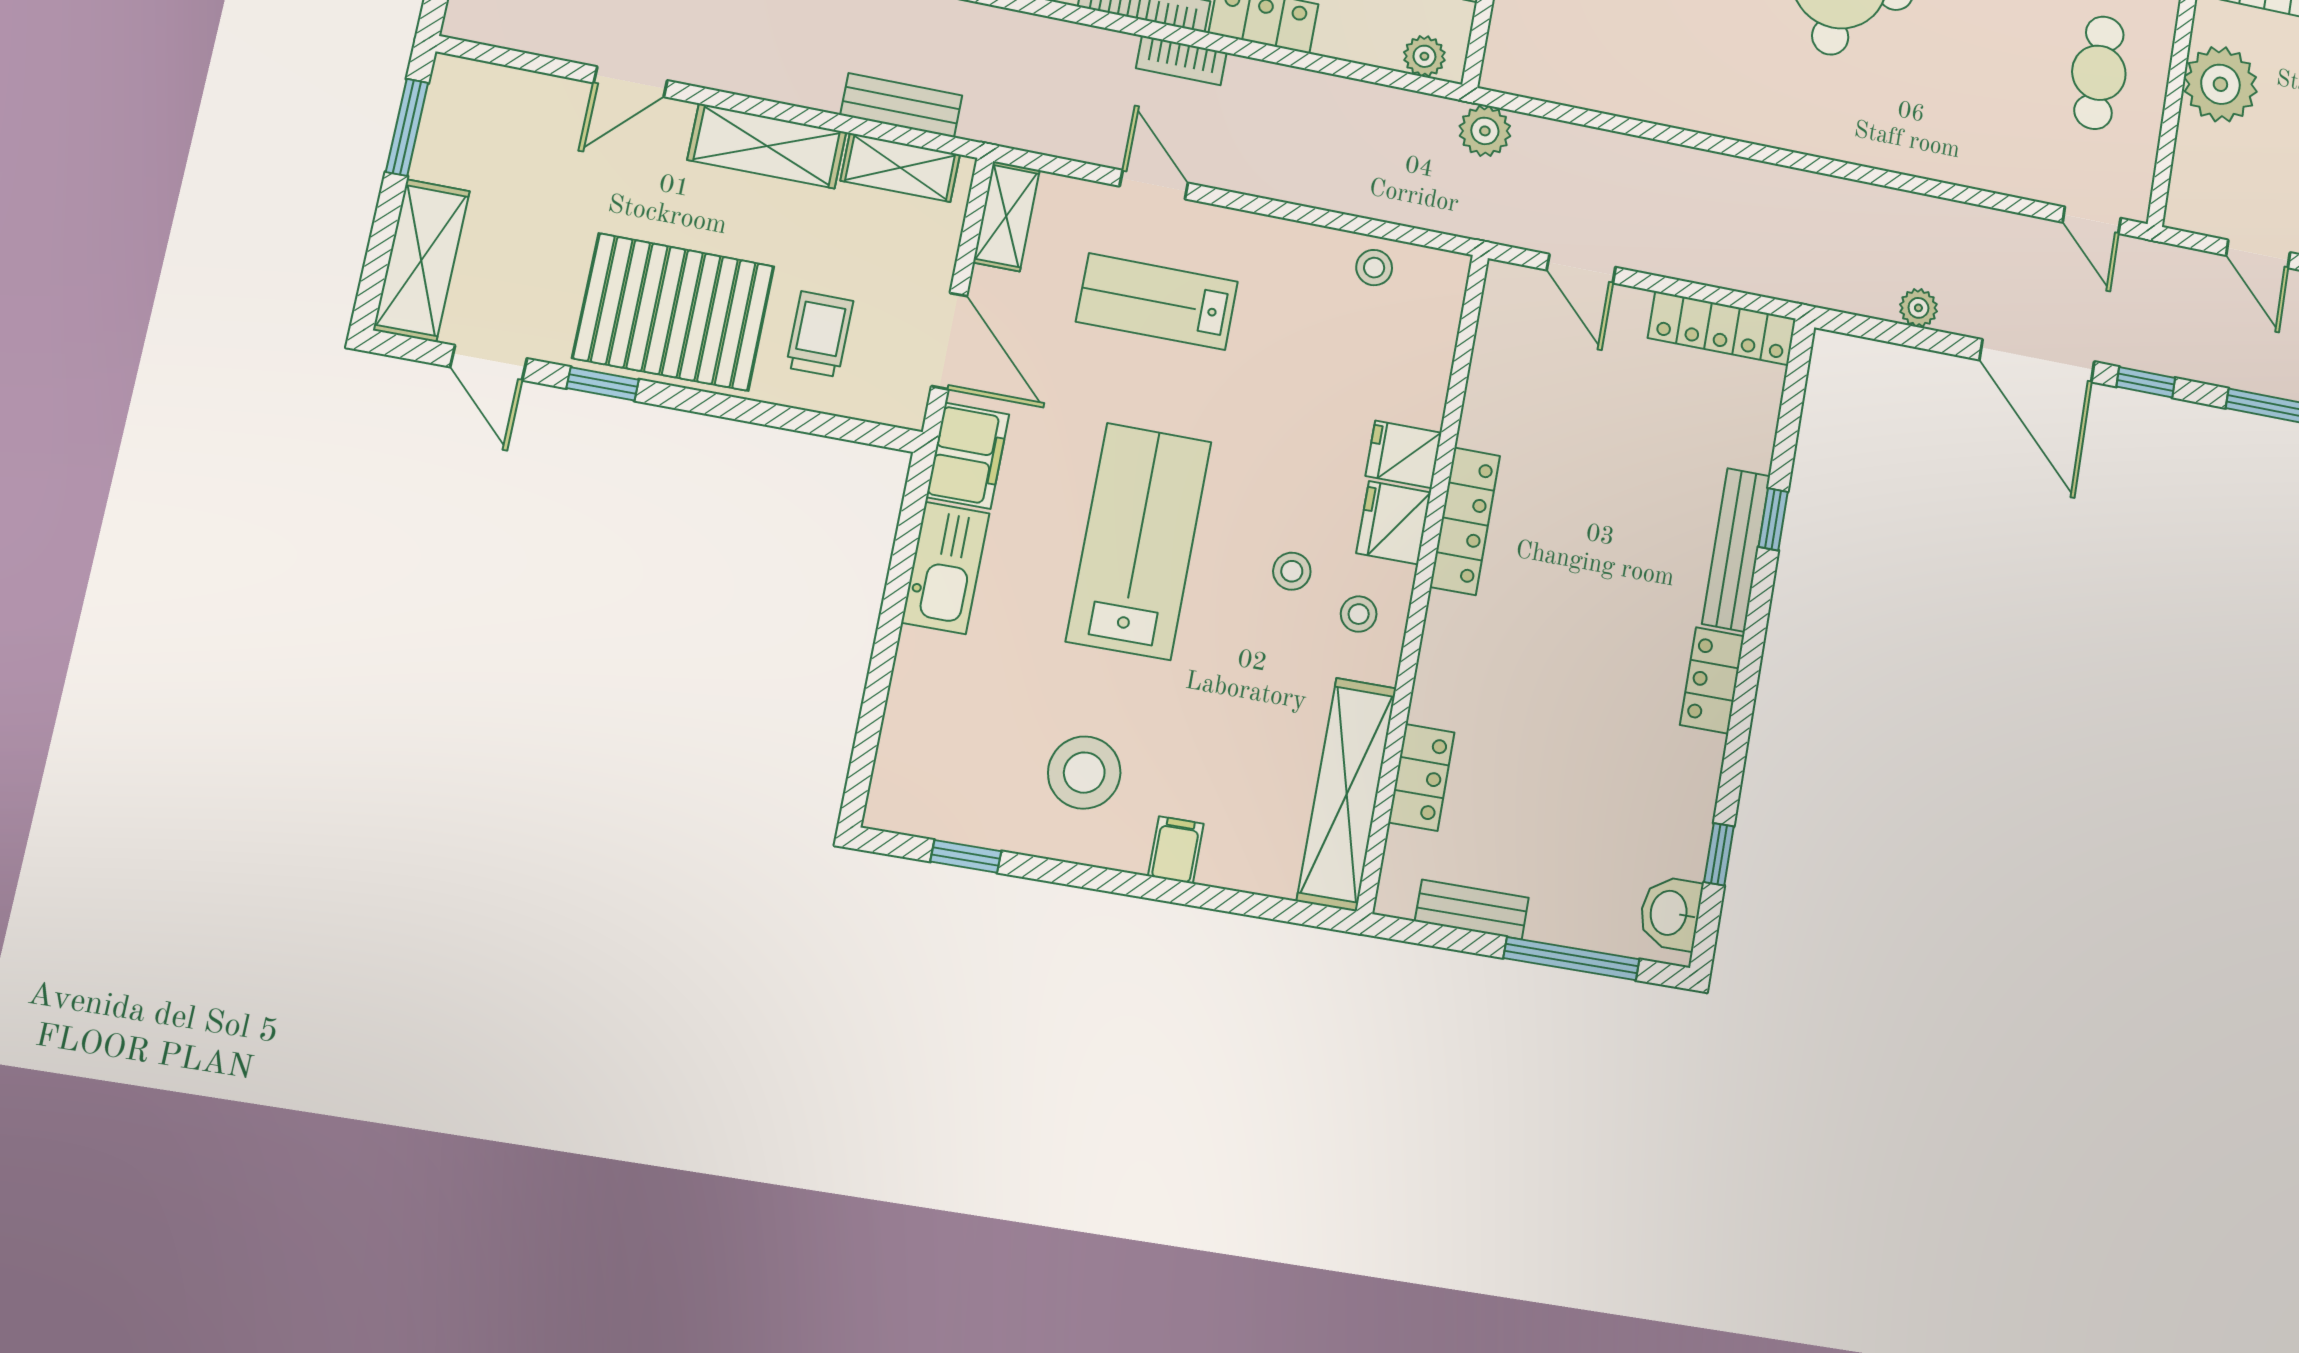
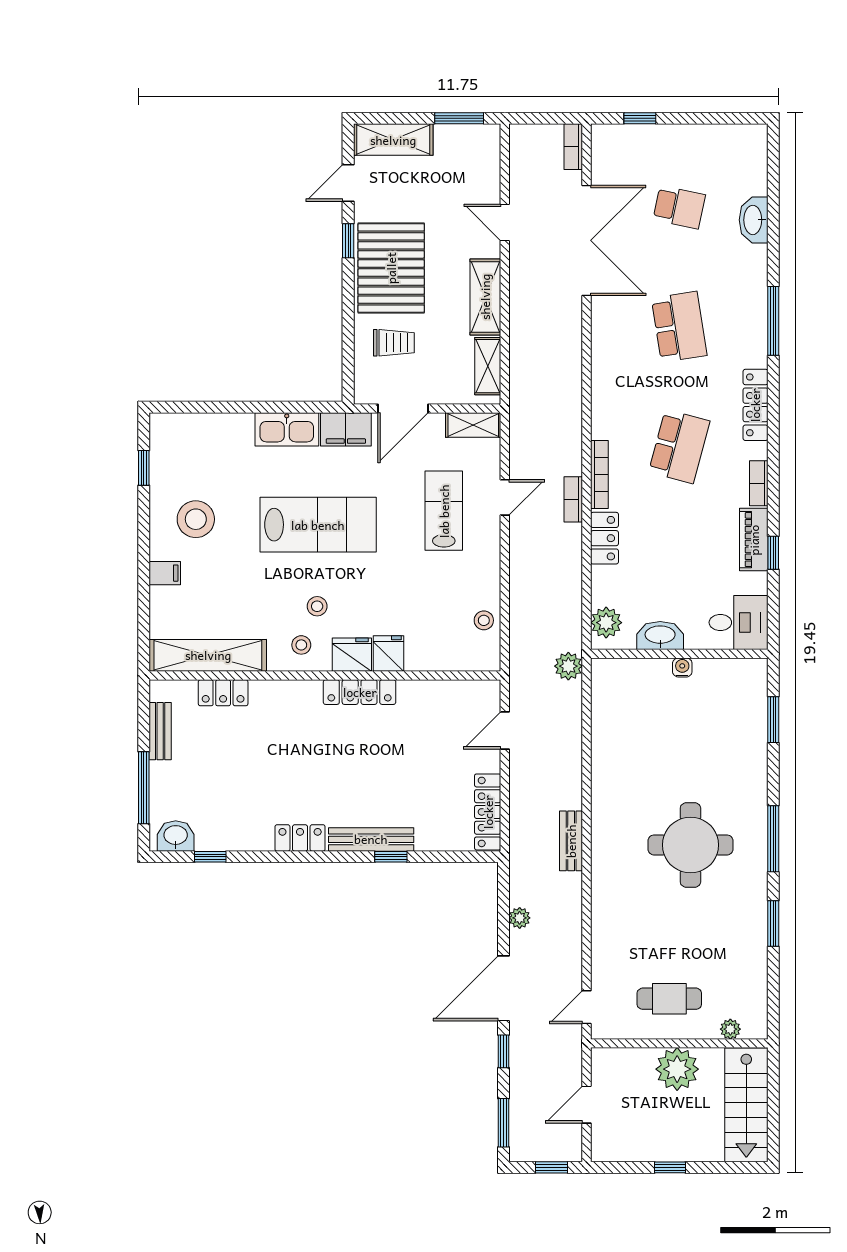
plant: (1424, 56) -> (606, 623), width x1.38, depth x1.38
bench: (901, 105) -> (571, 841), moved

